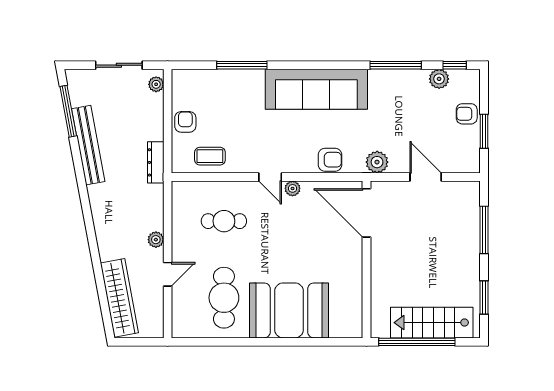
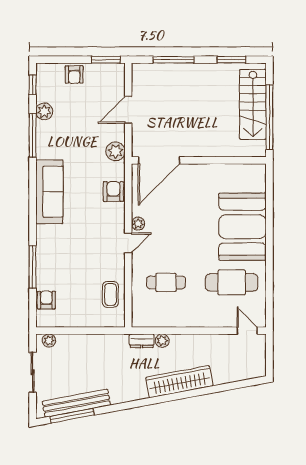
plant: (439, 79) -> (44, 111), moved
sofa: (316, 89) -> (49, 192), width x0.74, depth x0.79
armchair: (185, 122) -> (46, 300), moved, turned 90
window: (484, 131) -> (106, 60), moved
bench: (88, 145) -> (76, 403), moved
dresser: (156, 162) -> (142, 341), moved, width x0.70
cafe table: (224, 221) -> (166, 282), turned 90
plant: (156, 240) -> (162, 341), moved
door: (168, 274) -> (247, 331), moved
wardrobe: (119, 298) -> (179, 382), moved

